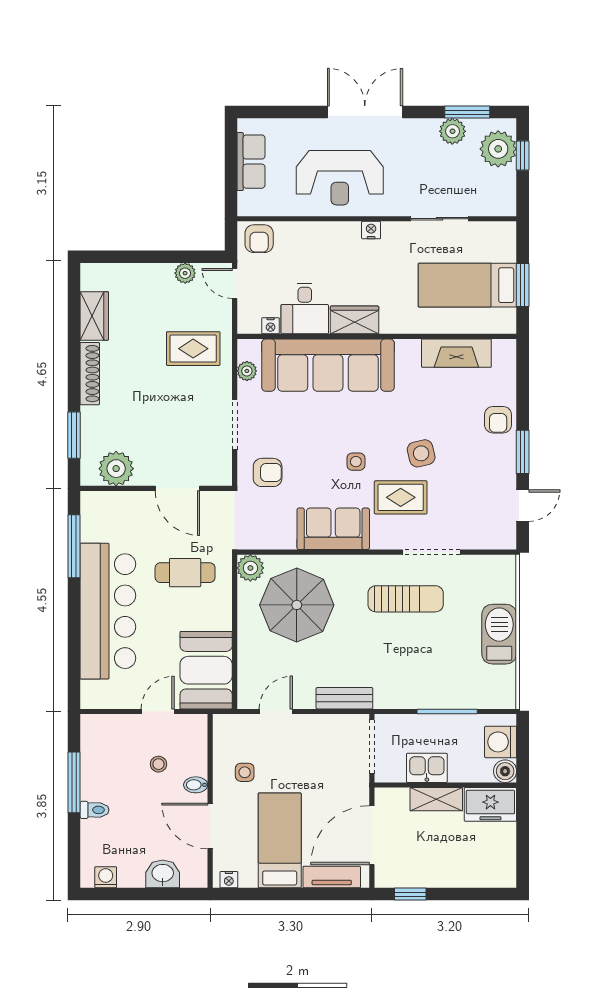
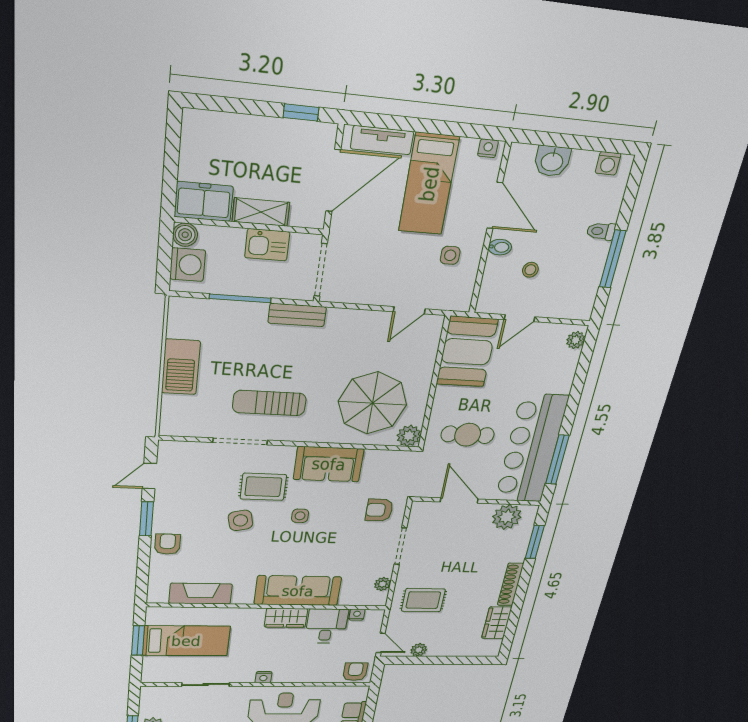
sofa: (328, 365) -> (298, 591), width x0.74, depth x0.79
bar counter: (108, 611) -> (531, 449), moved
plant: (90, 691) -> (576, 340), added
bench: (344, 698) -> (297, 315), moved

